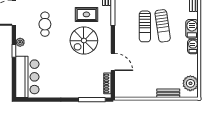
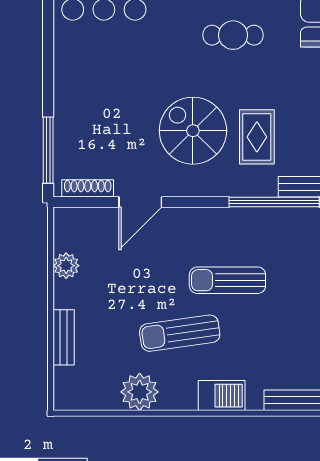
sun lounger: (163, 26) -> (180, 333), moved
barbecue: (193, 46) -> (178, 398), removed
plant: (190, 83) -> (140, 392), moved
plant: (139, 92) -> (66, 266), added

